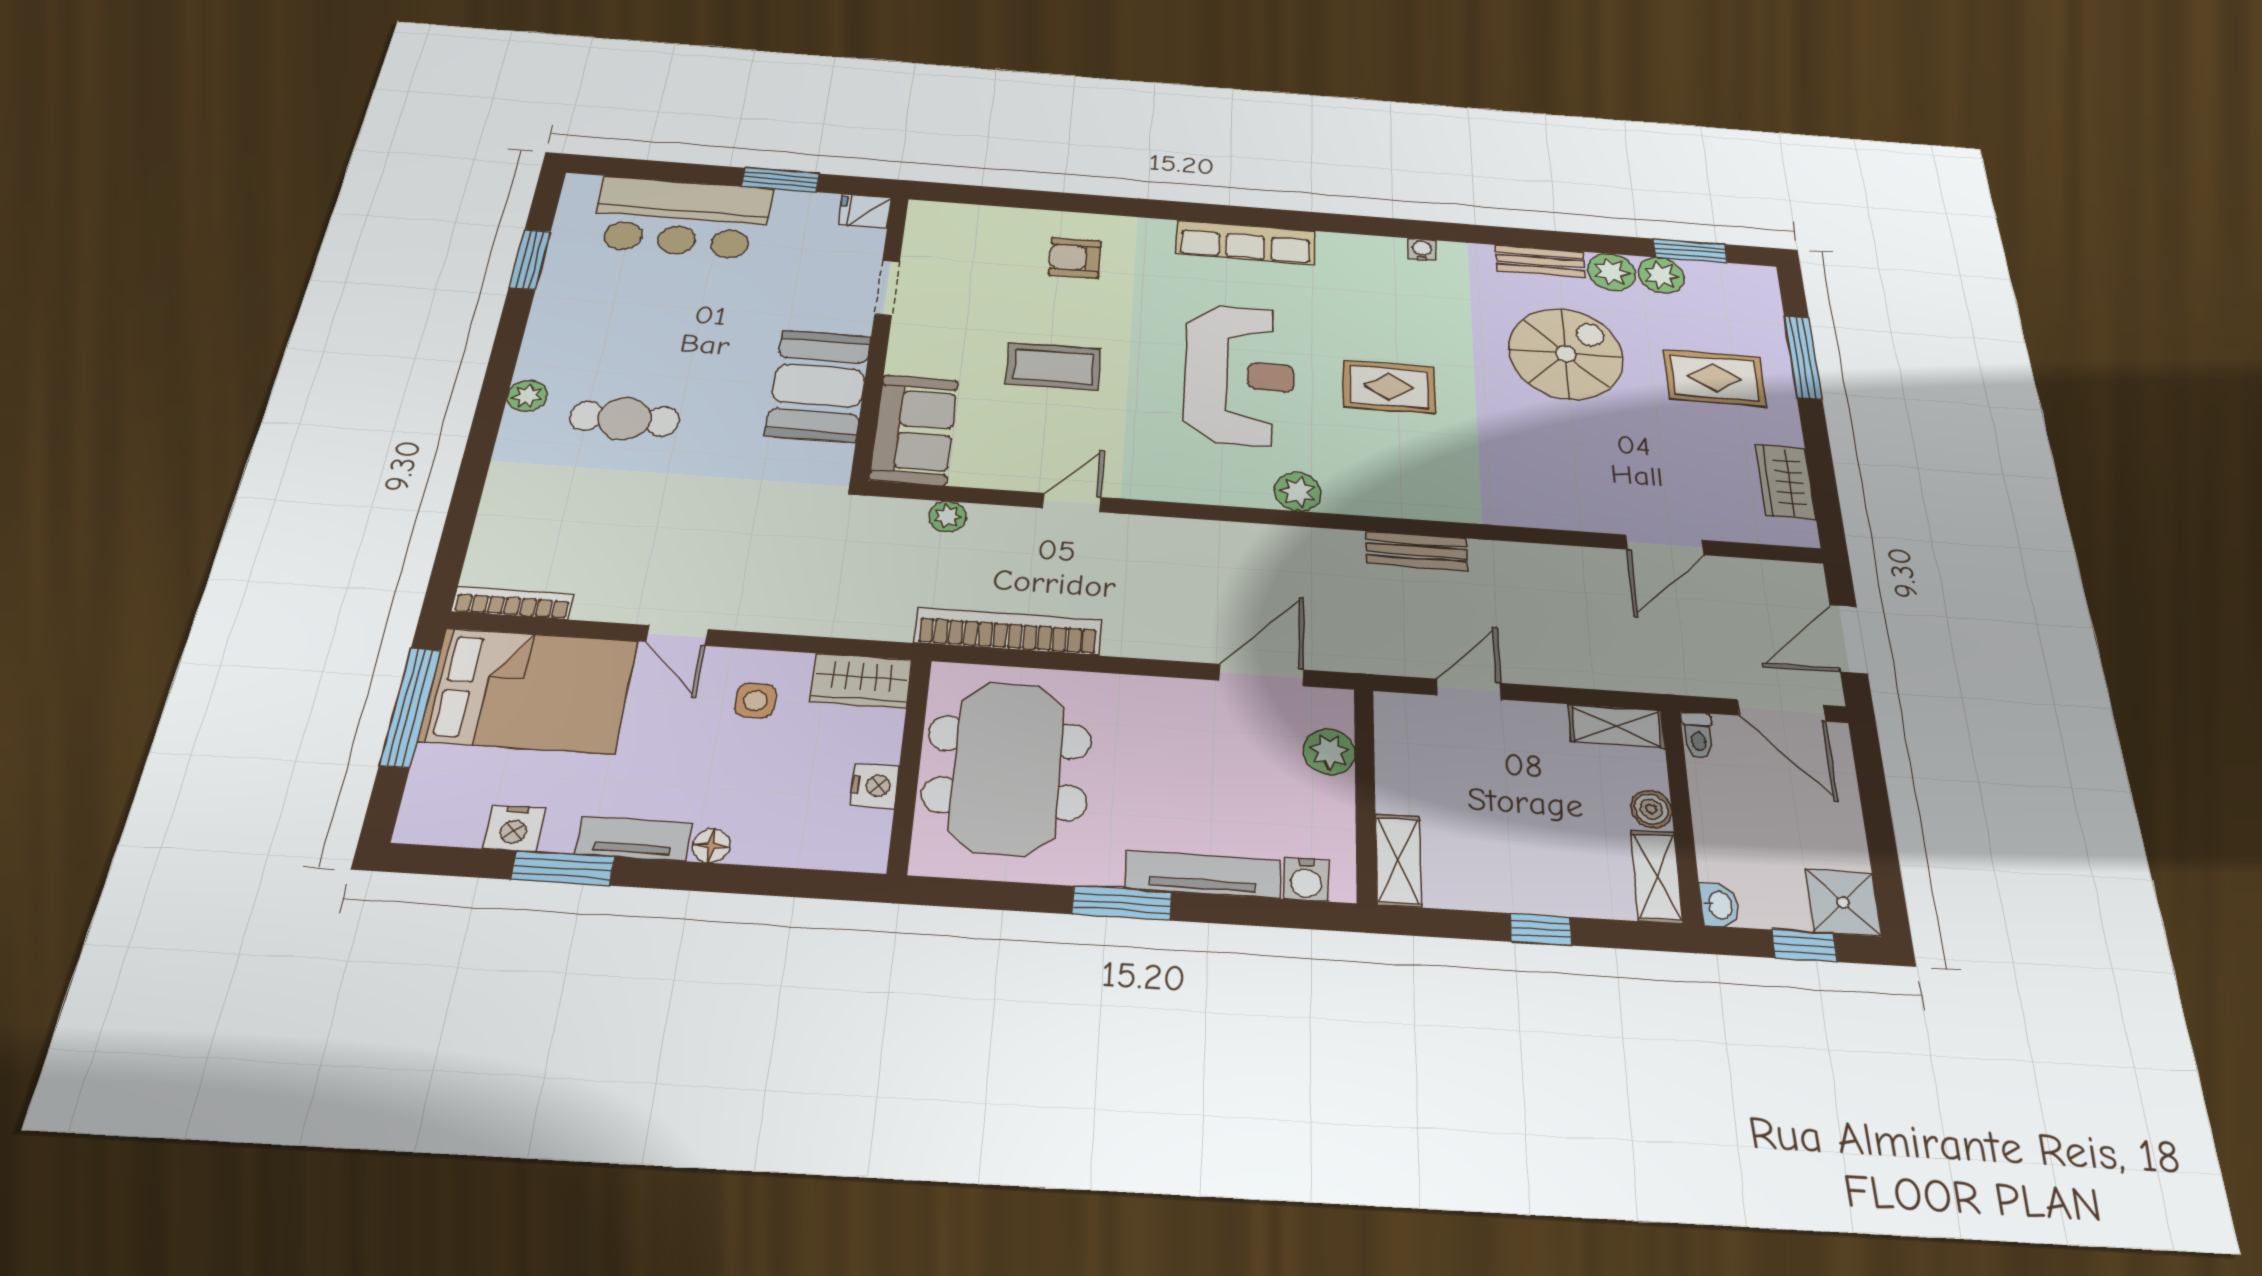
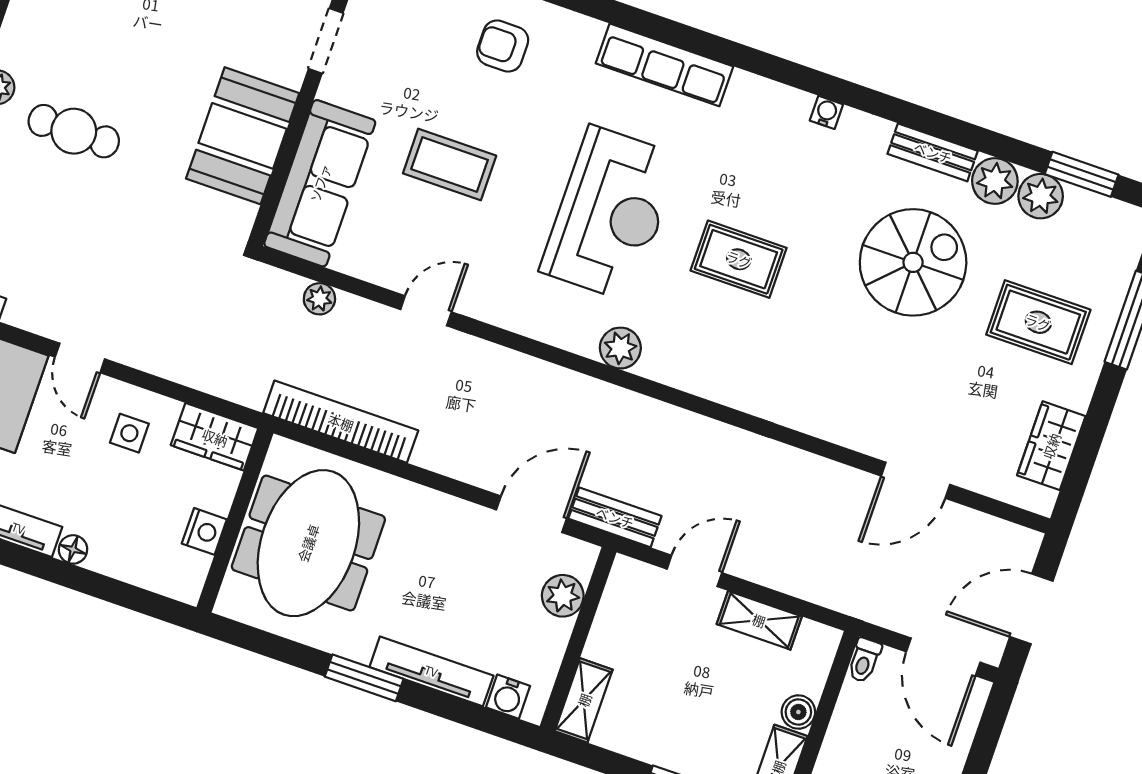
sofa: (914, 430) -> (320, 183), width x1.36
bench: (1417, 551) -> (615, 517), moved
shelving: (1616, 726) -> (759, 620), moved

